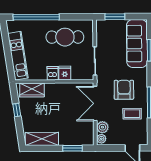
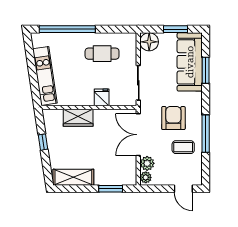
window: (115, 17) -> (175, 29), moved
floor lamp: (104, 27) -> (149, 42), added
cafe table: (65, 37) -> (102, 54), width x0.73, depth x0.74
dishwasher: (53, 73) -> (87, 97), removed
wardrobe: (32, 90) -> (78, 118), moved

